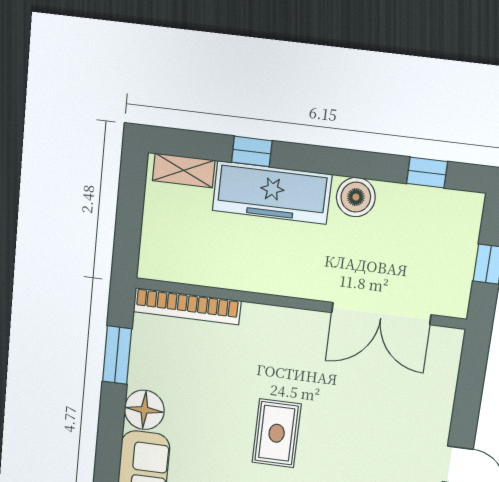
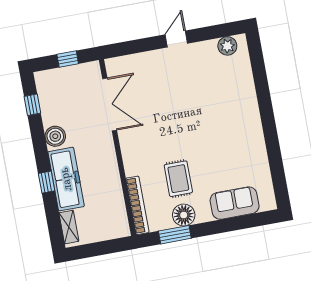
window: (252, 152) -> (47, 182), moved
floor lamp: (144, 410) -> (184, 215), moved
rug: (277, 433) -> (178, 179), moved, turned 90

